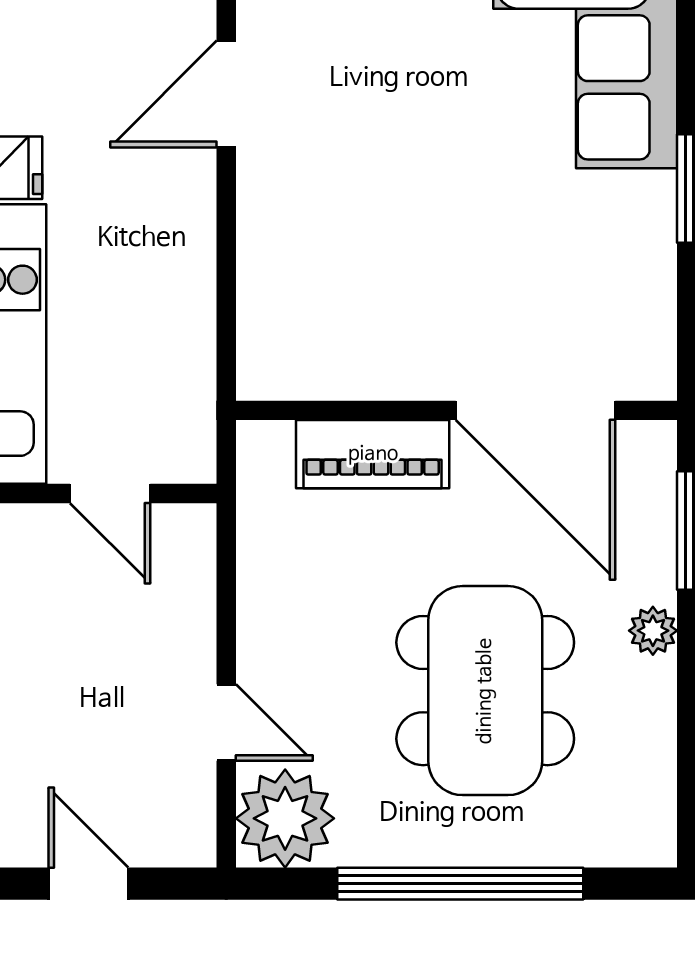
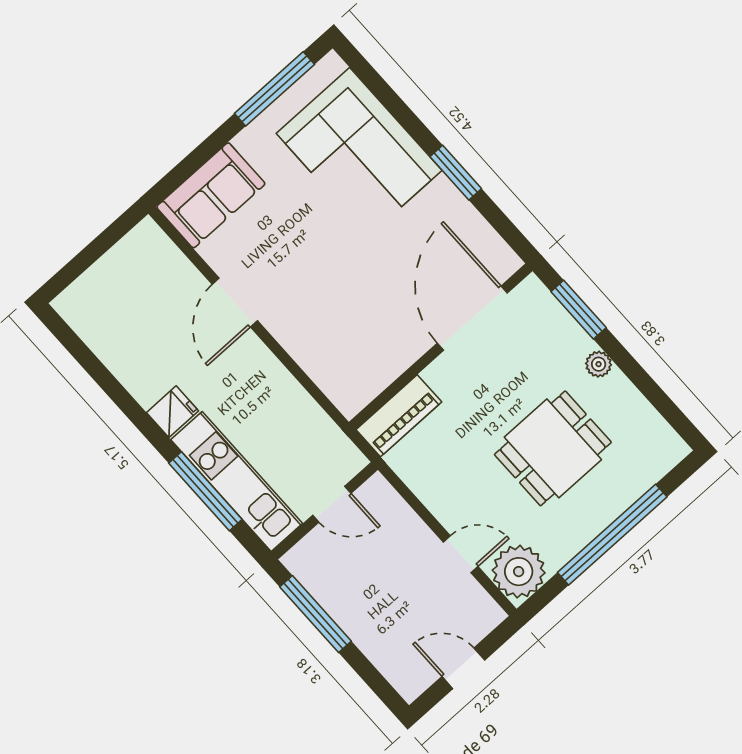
door: (536, 410) -> (472, 318), swing flipped
piano: (373, 454) -> (399, 416), moved
dining table: (485, 691) -> (553, 448), width x0.73

